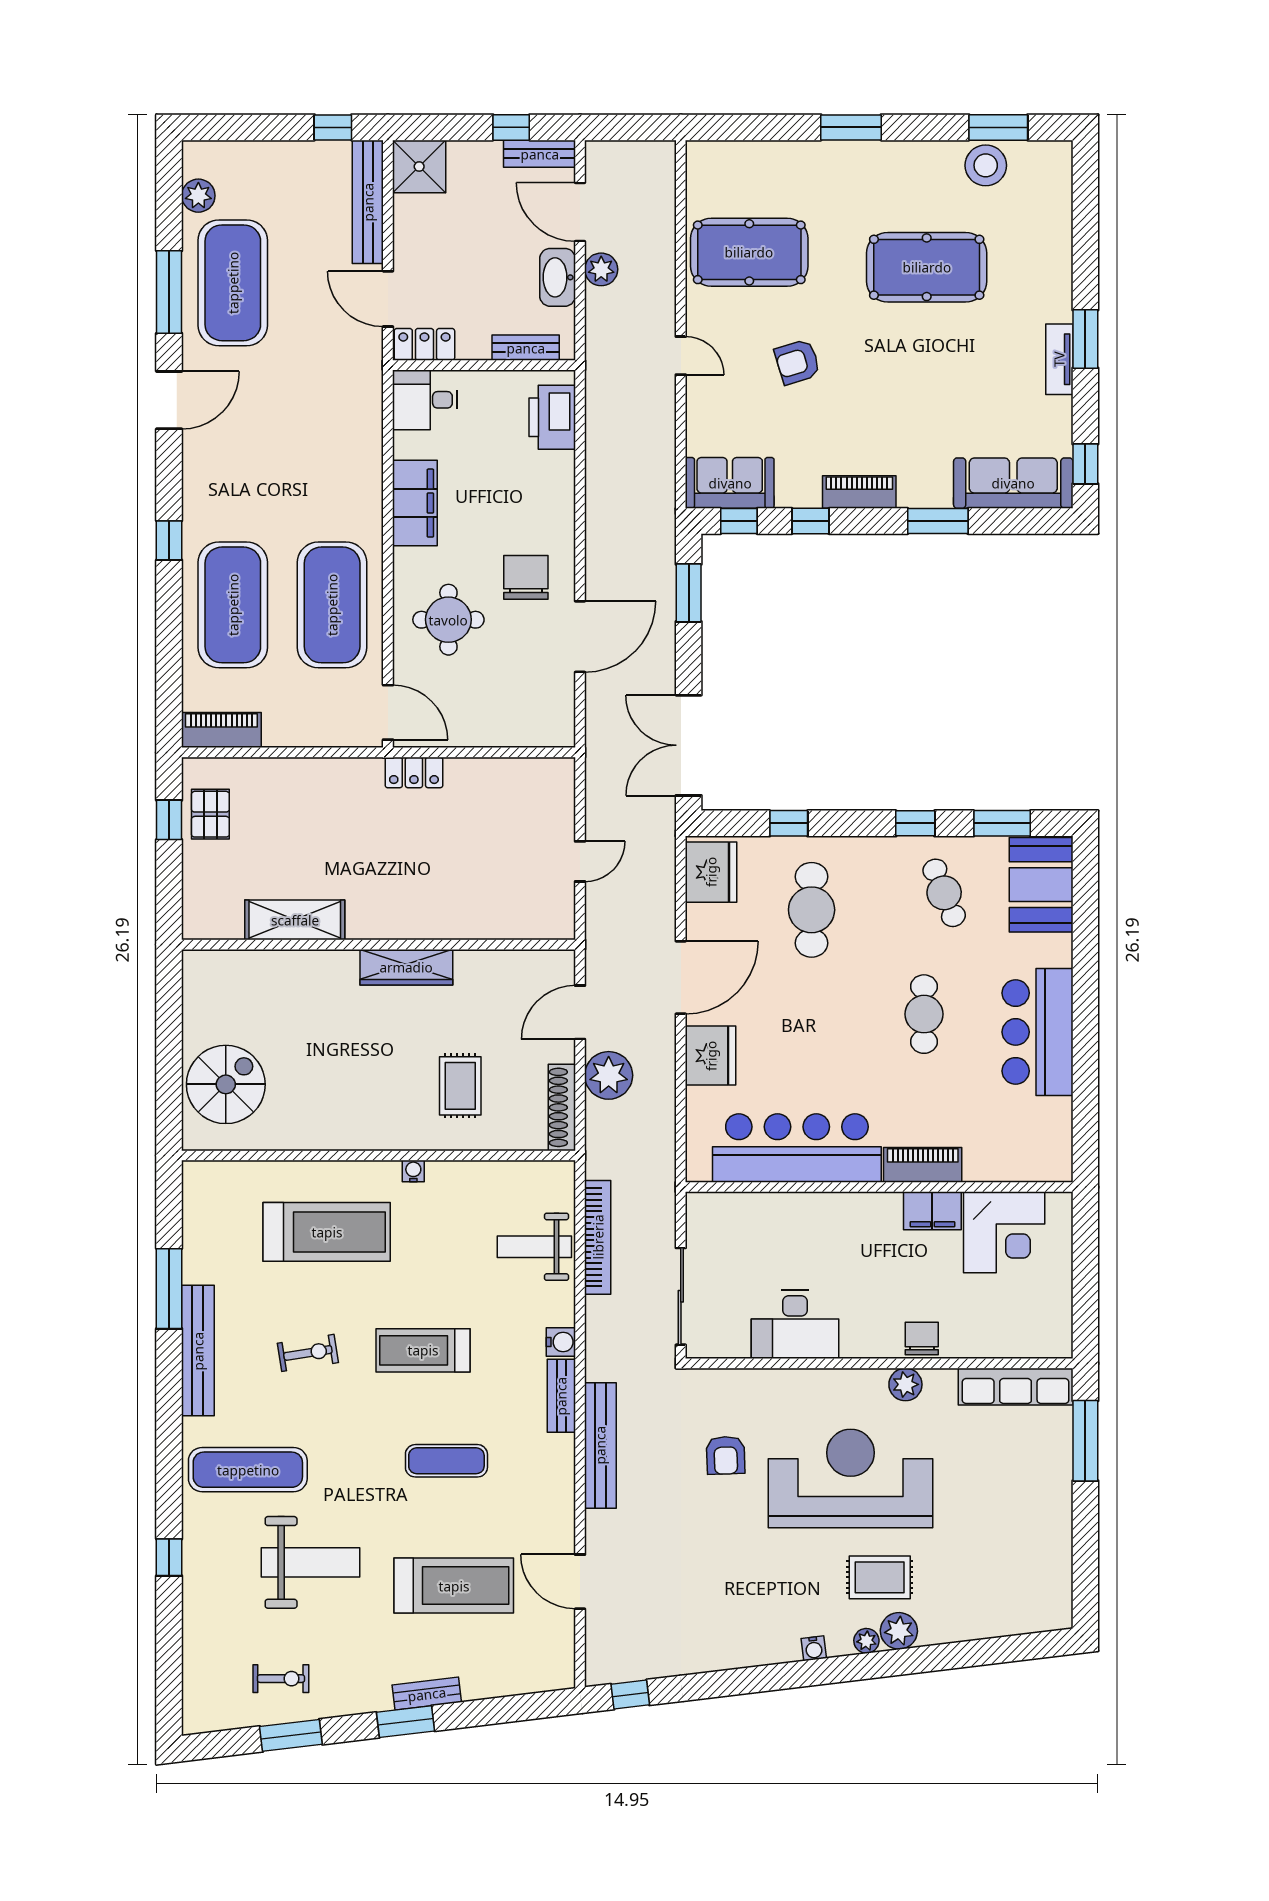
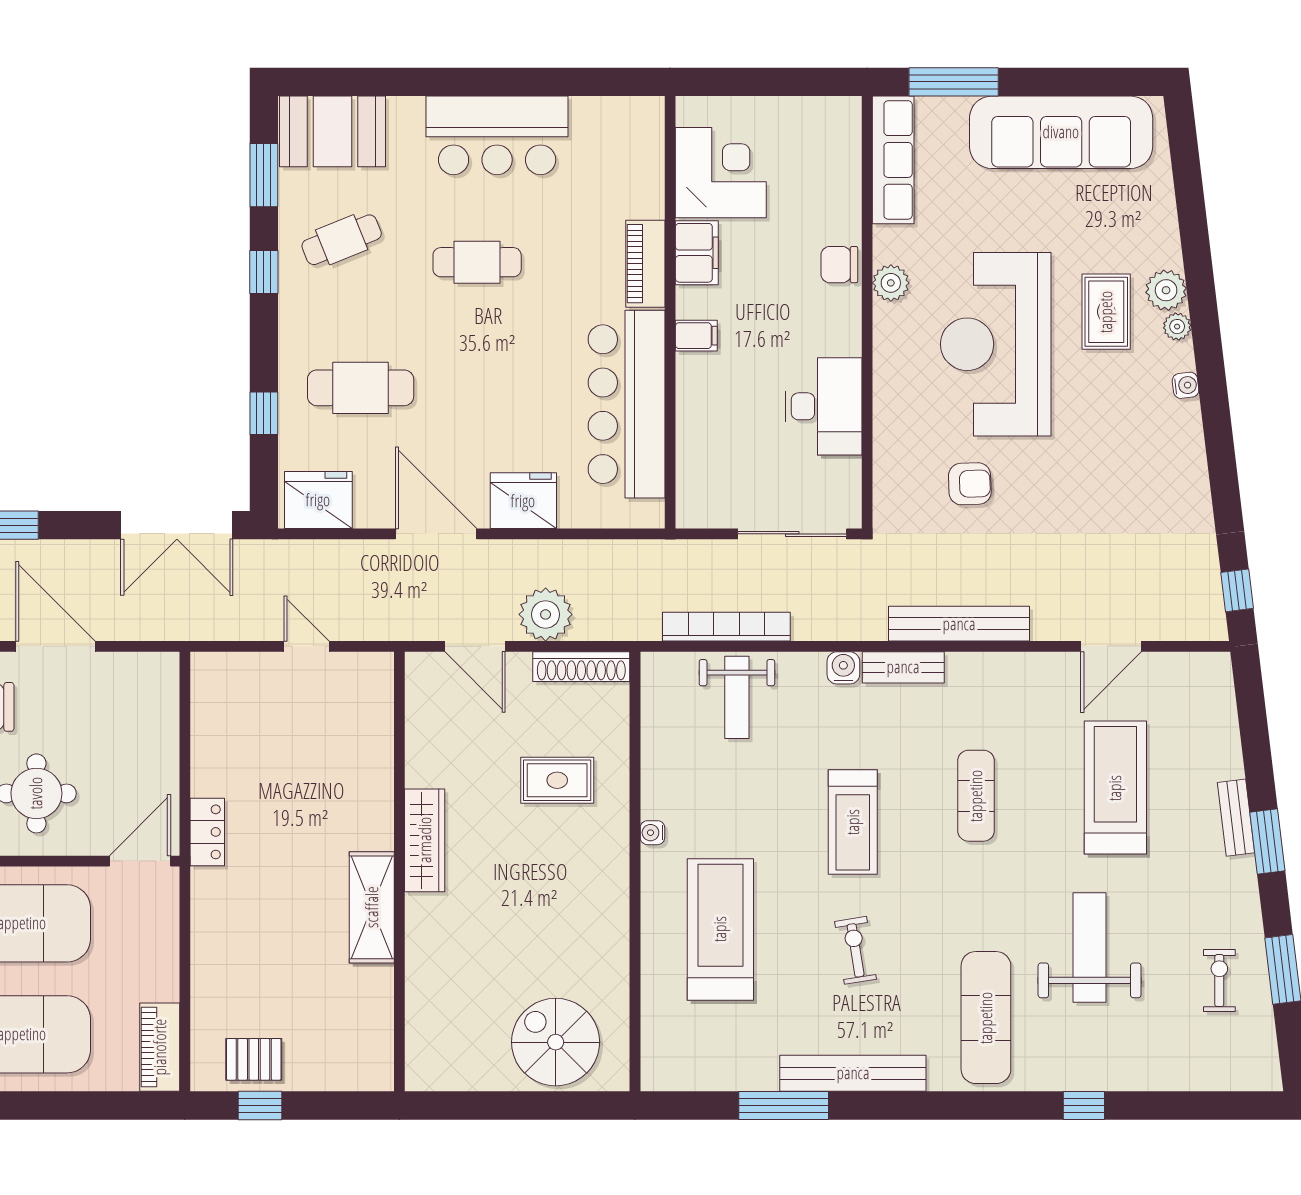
shelving: (295, 920) -> (372, 907), moved
filing cabinet: (858, 1210) -> (696, 336), added
sofa: (1040, 1537) -> (1061, 132), added

